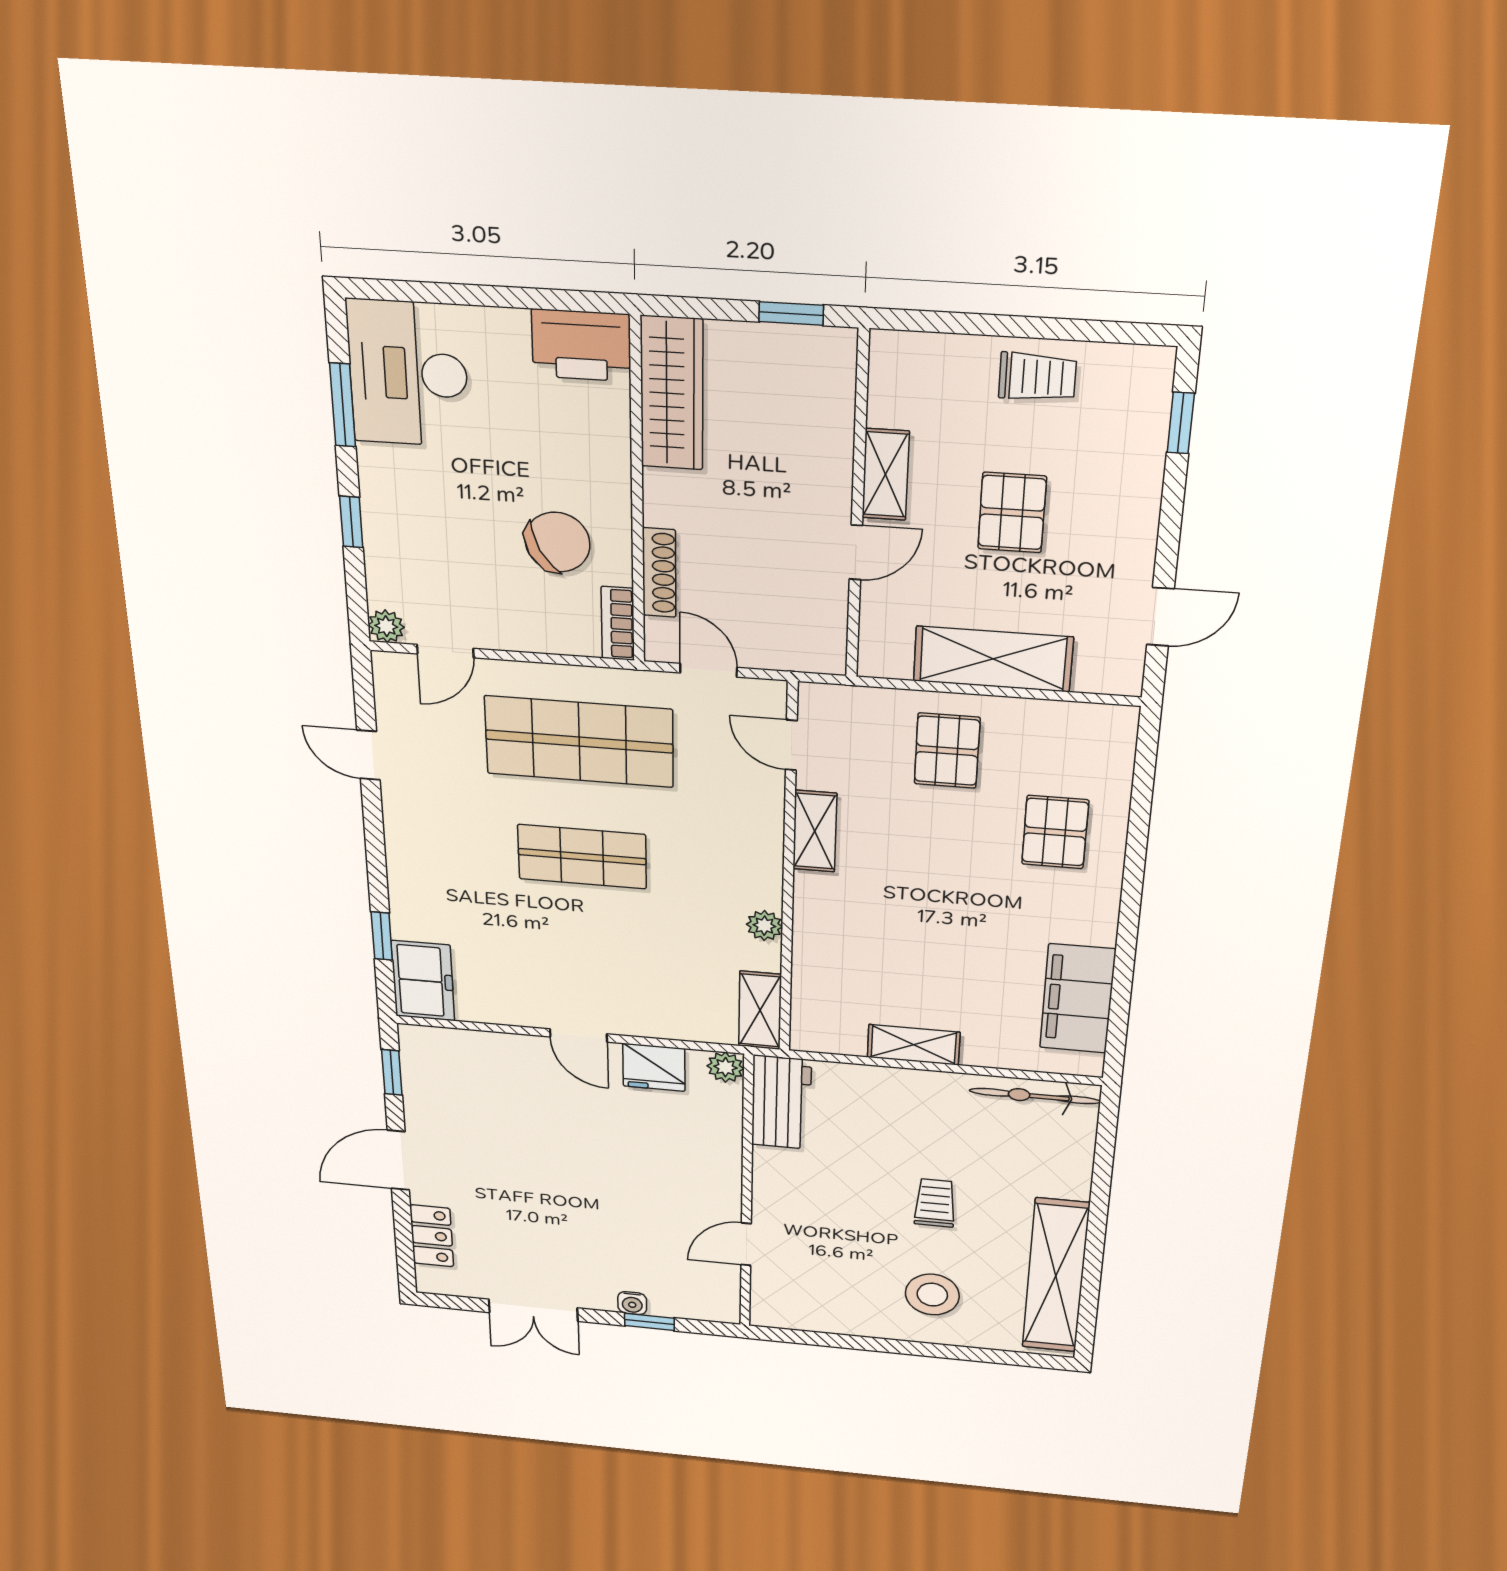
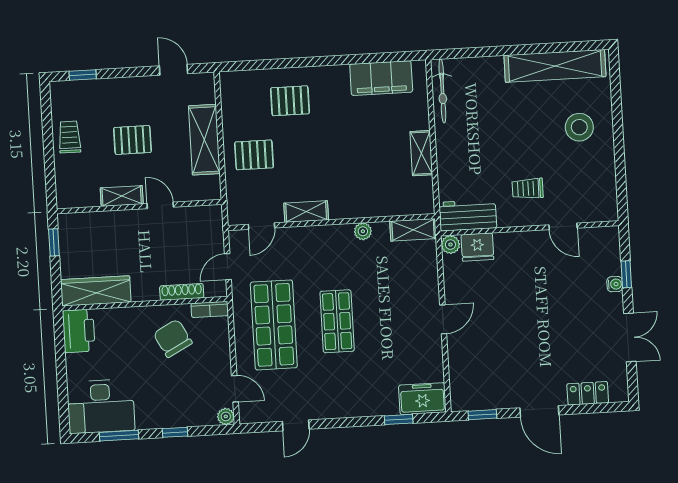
fridge: (654, 1067) -> (477, 247), moved, turned 90
trolley: (935, 1203) -> (528, 189), moved

